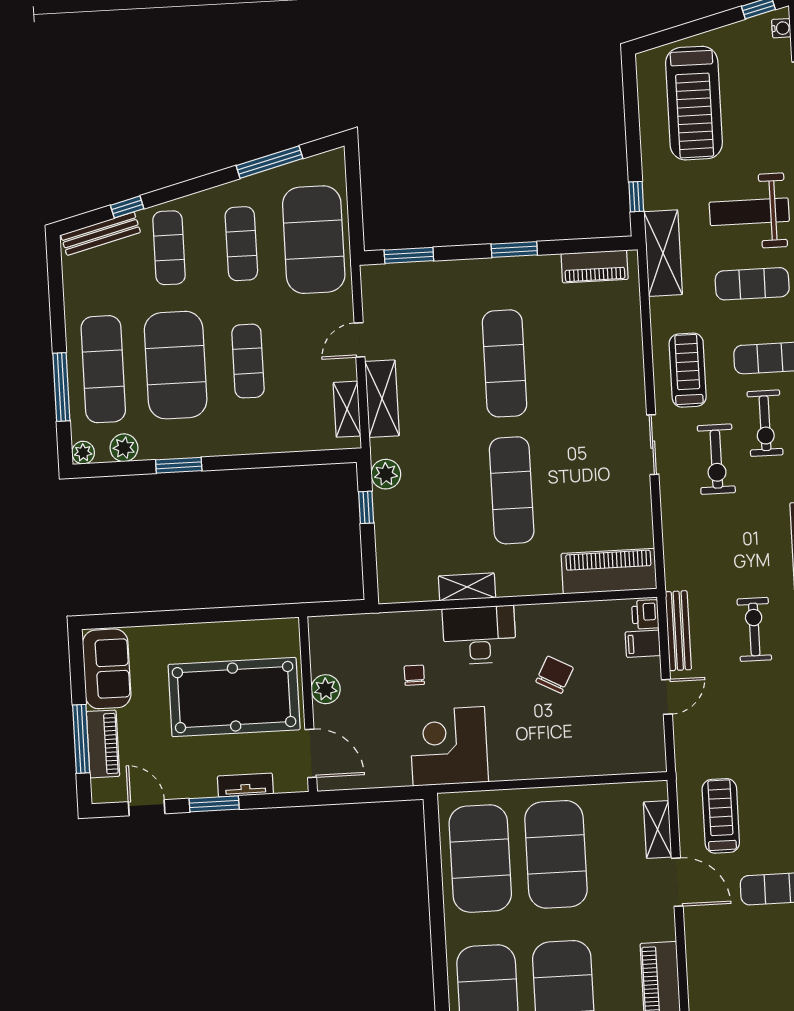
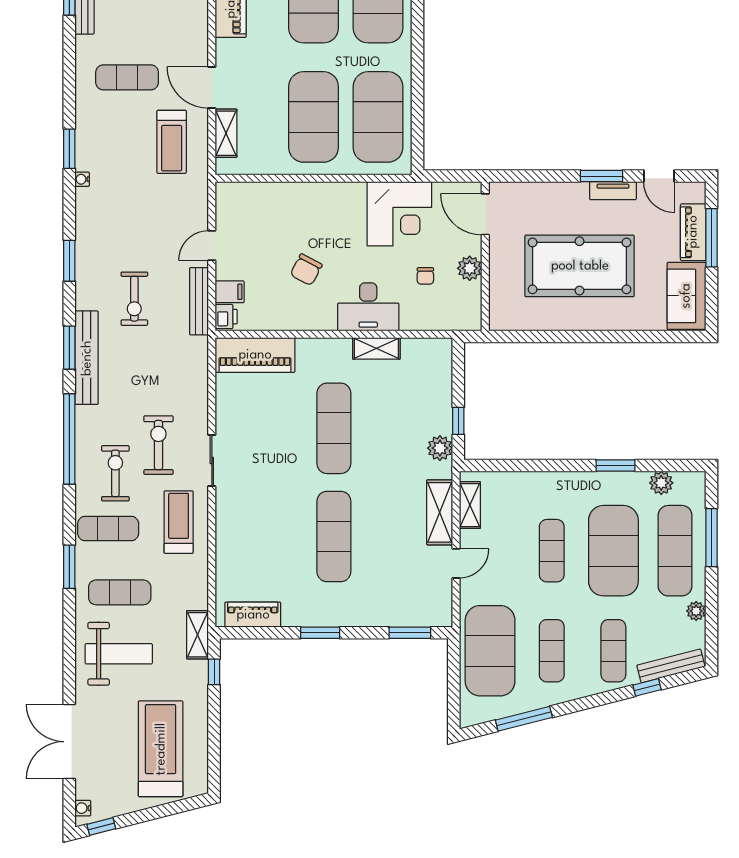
shelving: (663, 253) -> (198, 635), width x0.67, depth x0.75
treadmill: (688, 370) -> (179, 522), turned 180
plant: (83, 453) -> (696, 611), moved
plant: (326, 689) -> (470, 268), moved
wall: (308, 704) -> (485, 256), moved
door: (311, 753) -> (485, 214), moved
tv unit: (245, 785) -> (613, 191), moved

